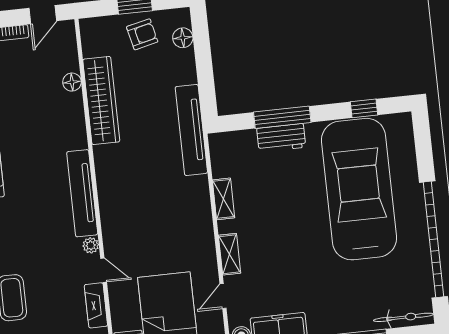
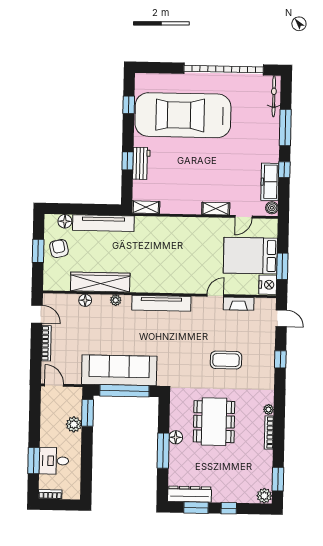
window: (282, 117) -> (128, 161), width x0.46
tv unit: (191, 130) -> (103, 223), moved
shelving: (224, 199) -> (146, 207), moved
plant: (91, 245) -> (116, 300), moved
door: (223, 296) -> (244, 217), hinge flipped

